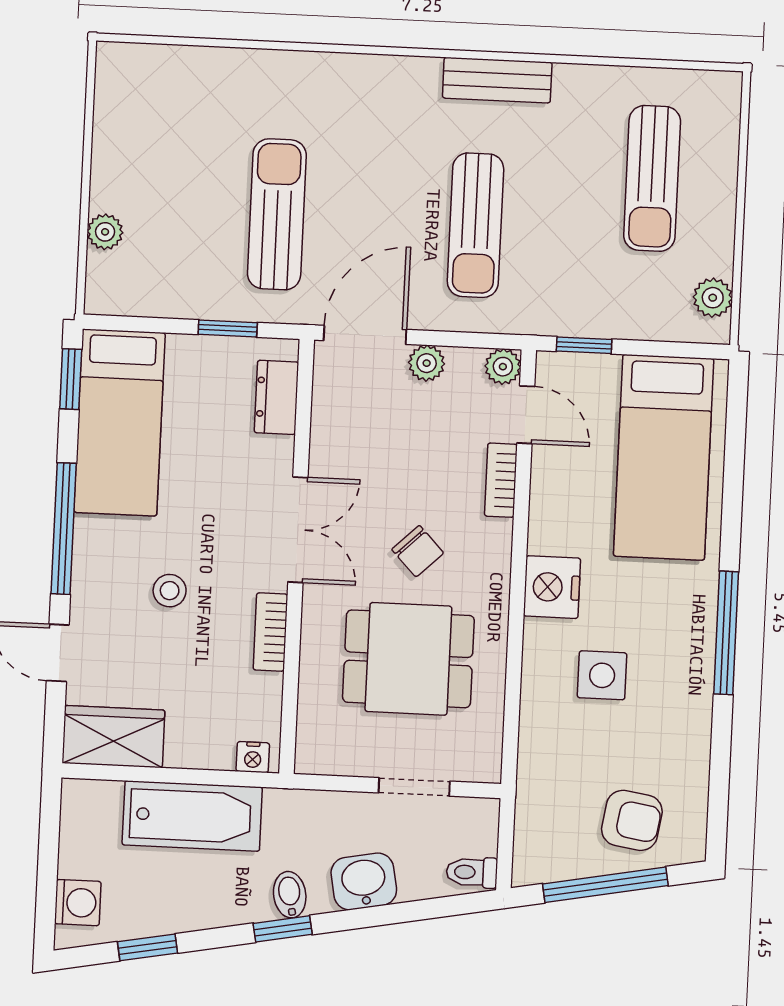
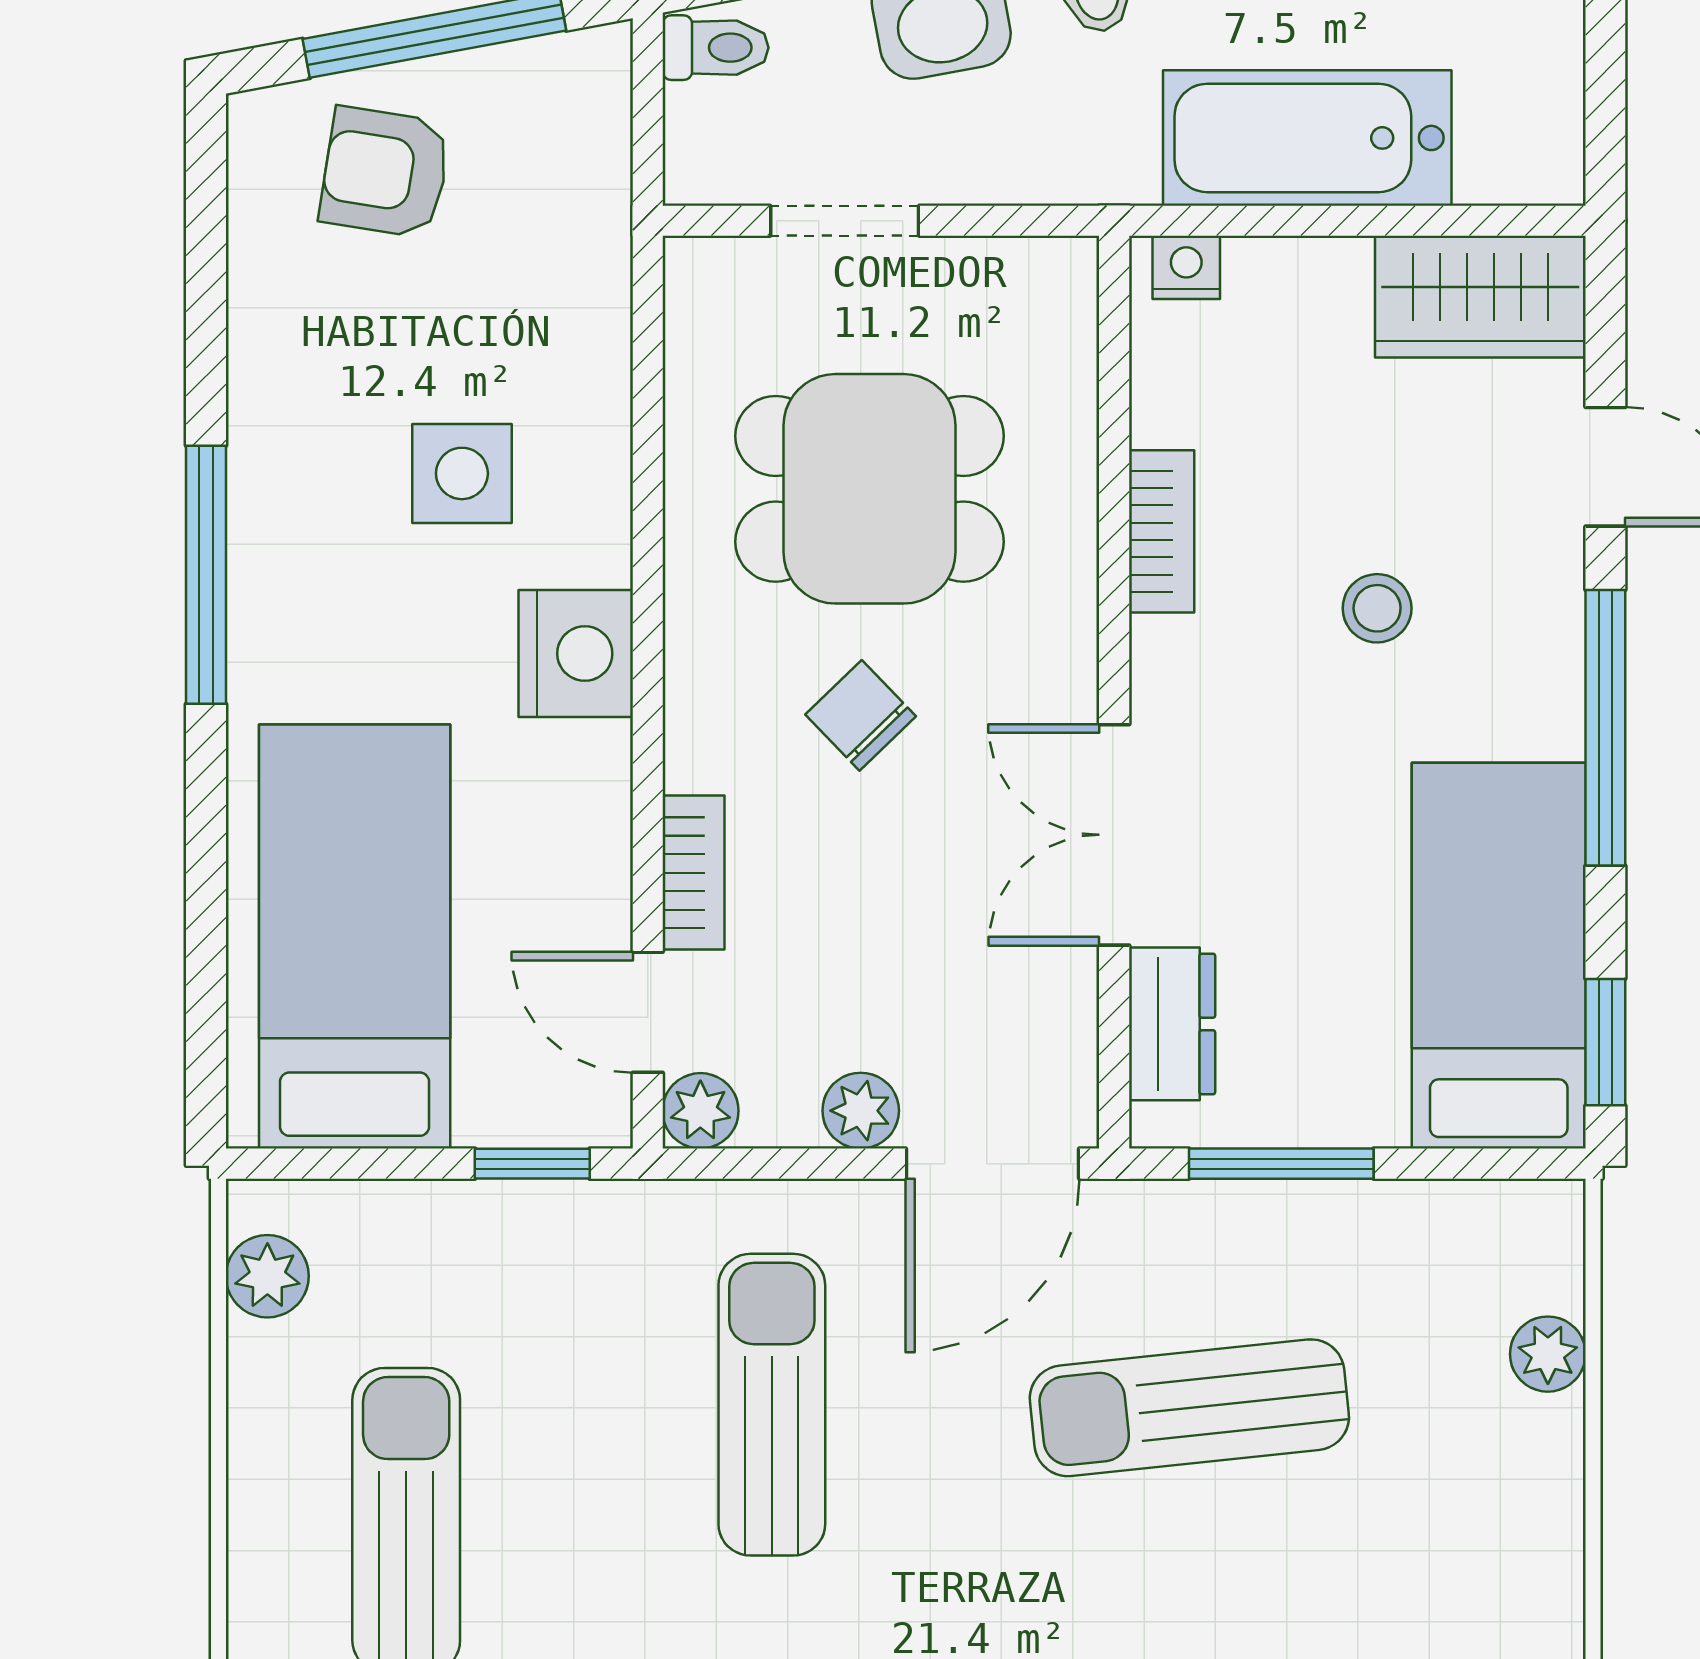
sun lounger: (277, 214) -> (1189, 1408), turned 84
window: (228, 328) -> (1281, 1164), width x1.50
double door: (298, 530) -> (1114, 835), moved

